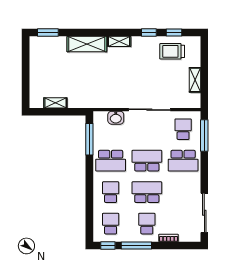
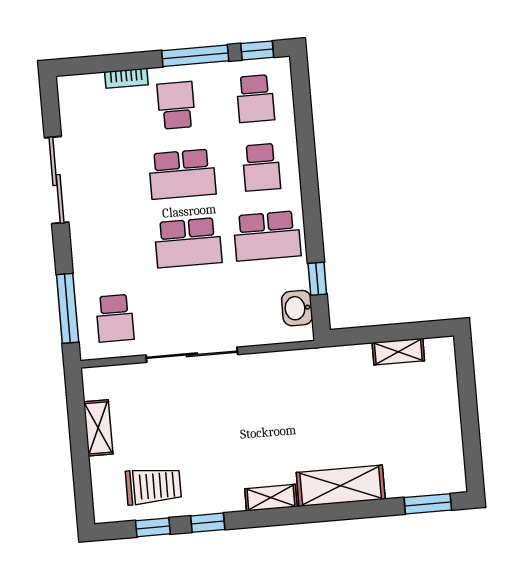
washbasin: (116, 118) -> (297, 308), moved, turned -90
window: (89, 139) -> (317, 279), width x0.46
school desk: (111, 161) -> (267, 236), turned 180
school desk: (183, 161) -> (109, 249), removed
sliding door: (204, 213) -> (57, 180), moved
school desk: (147, 224) -> (176, 105), turned 180

